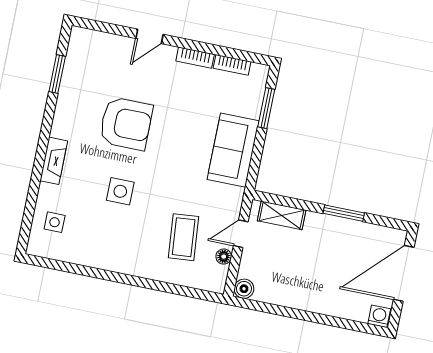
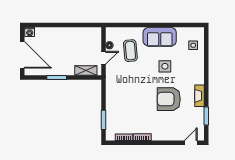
door: (150, 36) -> (191, 143), moved
sofa: (233, 150) -> (160, 37), moved, turned 90
fireplace: (54, 161) -> (200, 96), moved
door: (404, 273) -> (22, 55), hinge flipped
boiler: (244, 289) -> (97, 32), removed

